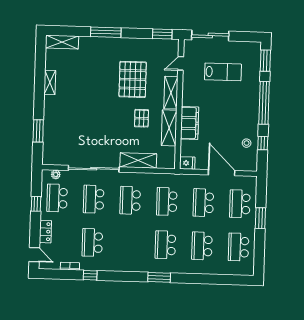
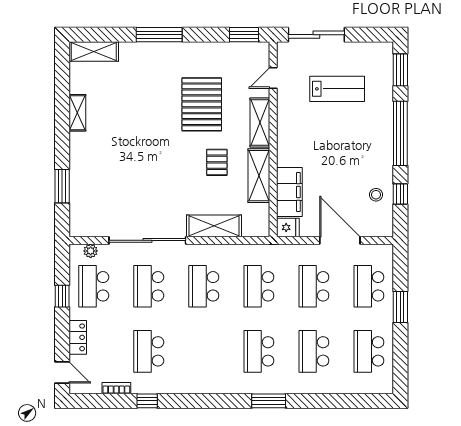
filing cabinet: (190, 123) -> (289, 192), moved
window: (159, 277) -> (269, 401), moved

